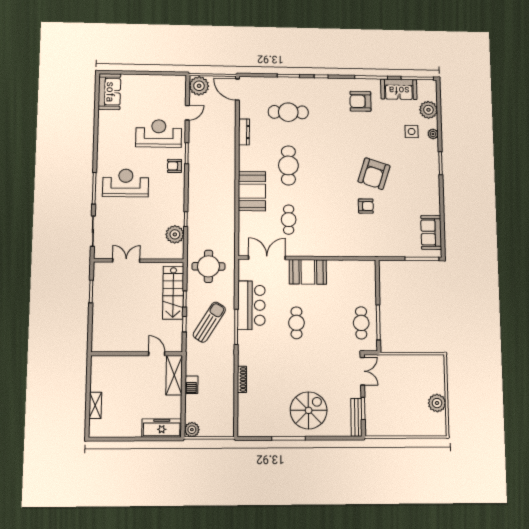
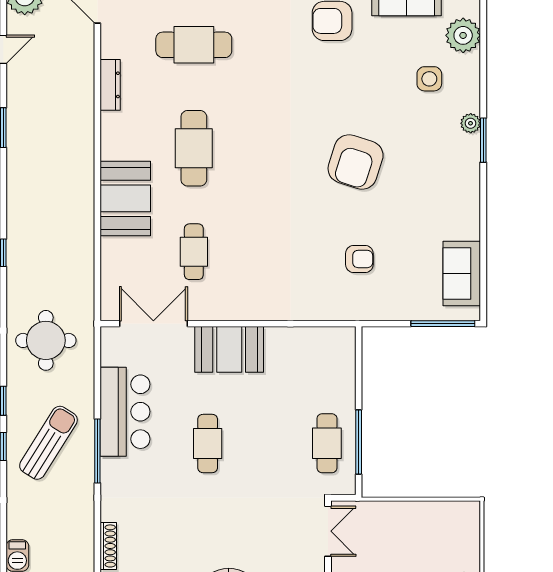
plant: (433, 134) -> (471, 123), moved
armchair: (366, 206) -> (359, 259), moved

